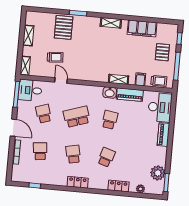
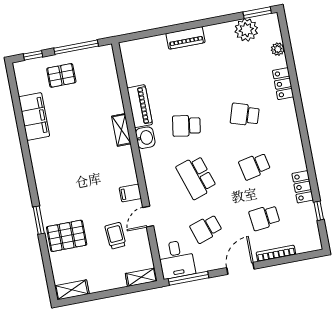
shelving: (111, 23) -> (39, 166), removed
shelving: (28, 35) -> (72, 290), moved
filing cabinet: (140, 79) -> (130, 193), moved
trolley: (159, 81) -> (106, 68), removed
desk: (160, 107) -> (146, 55), removed
locker: (78, 182) -> (303, 187), moved

